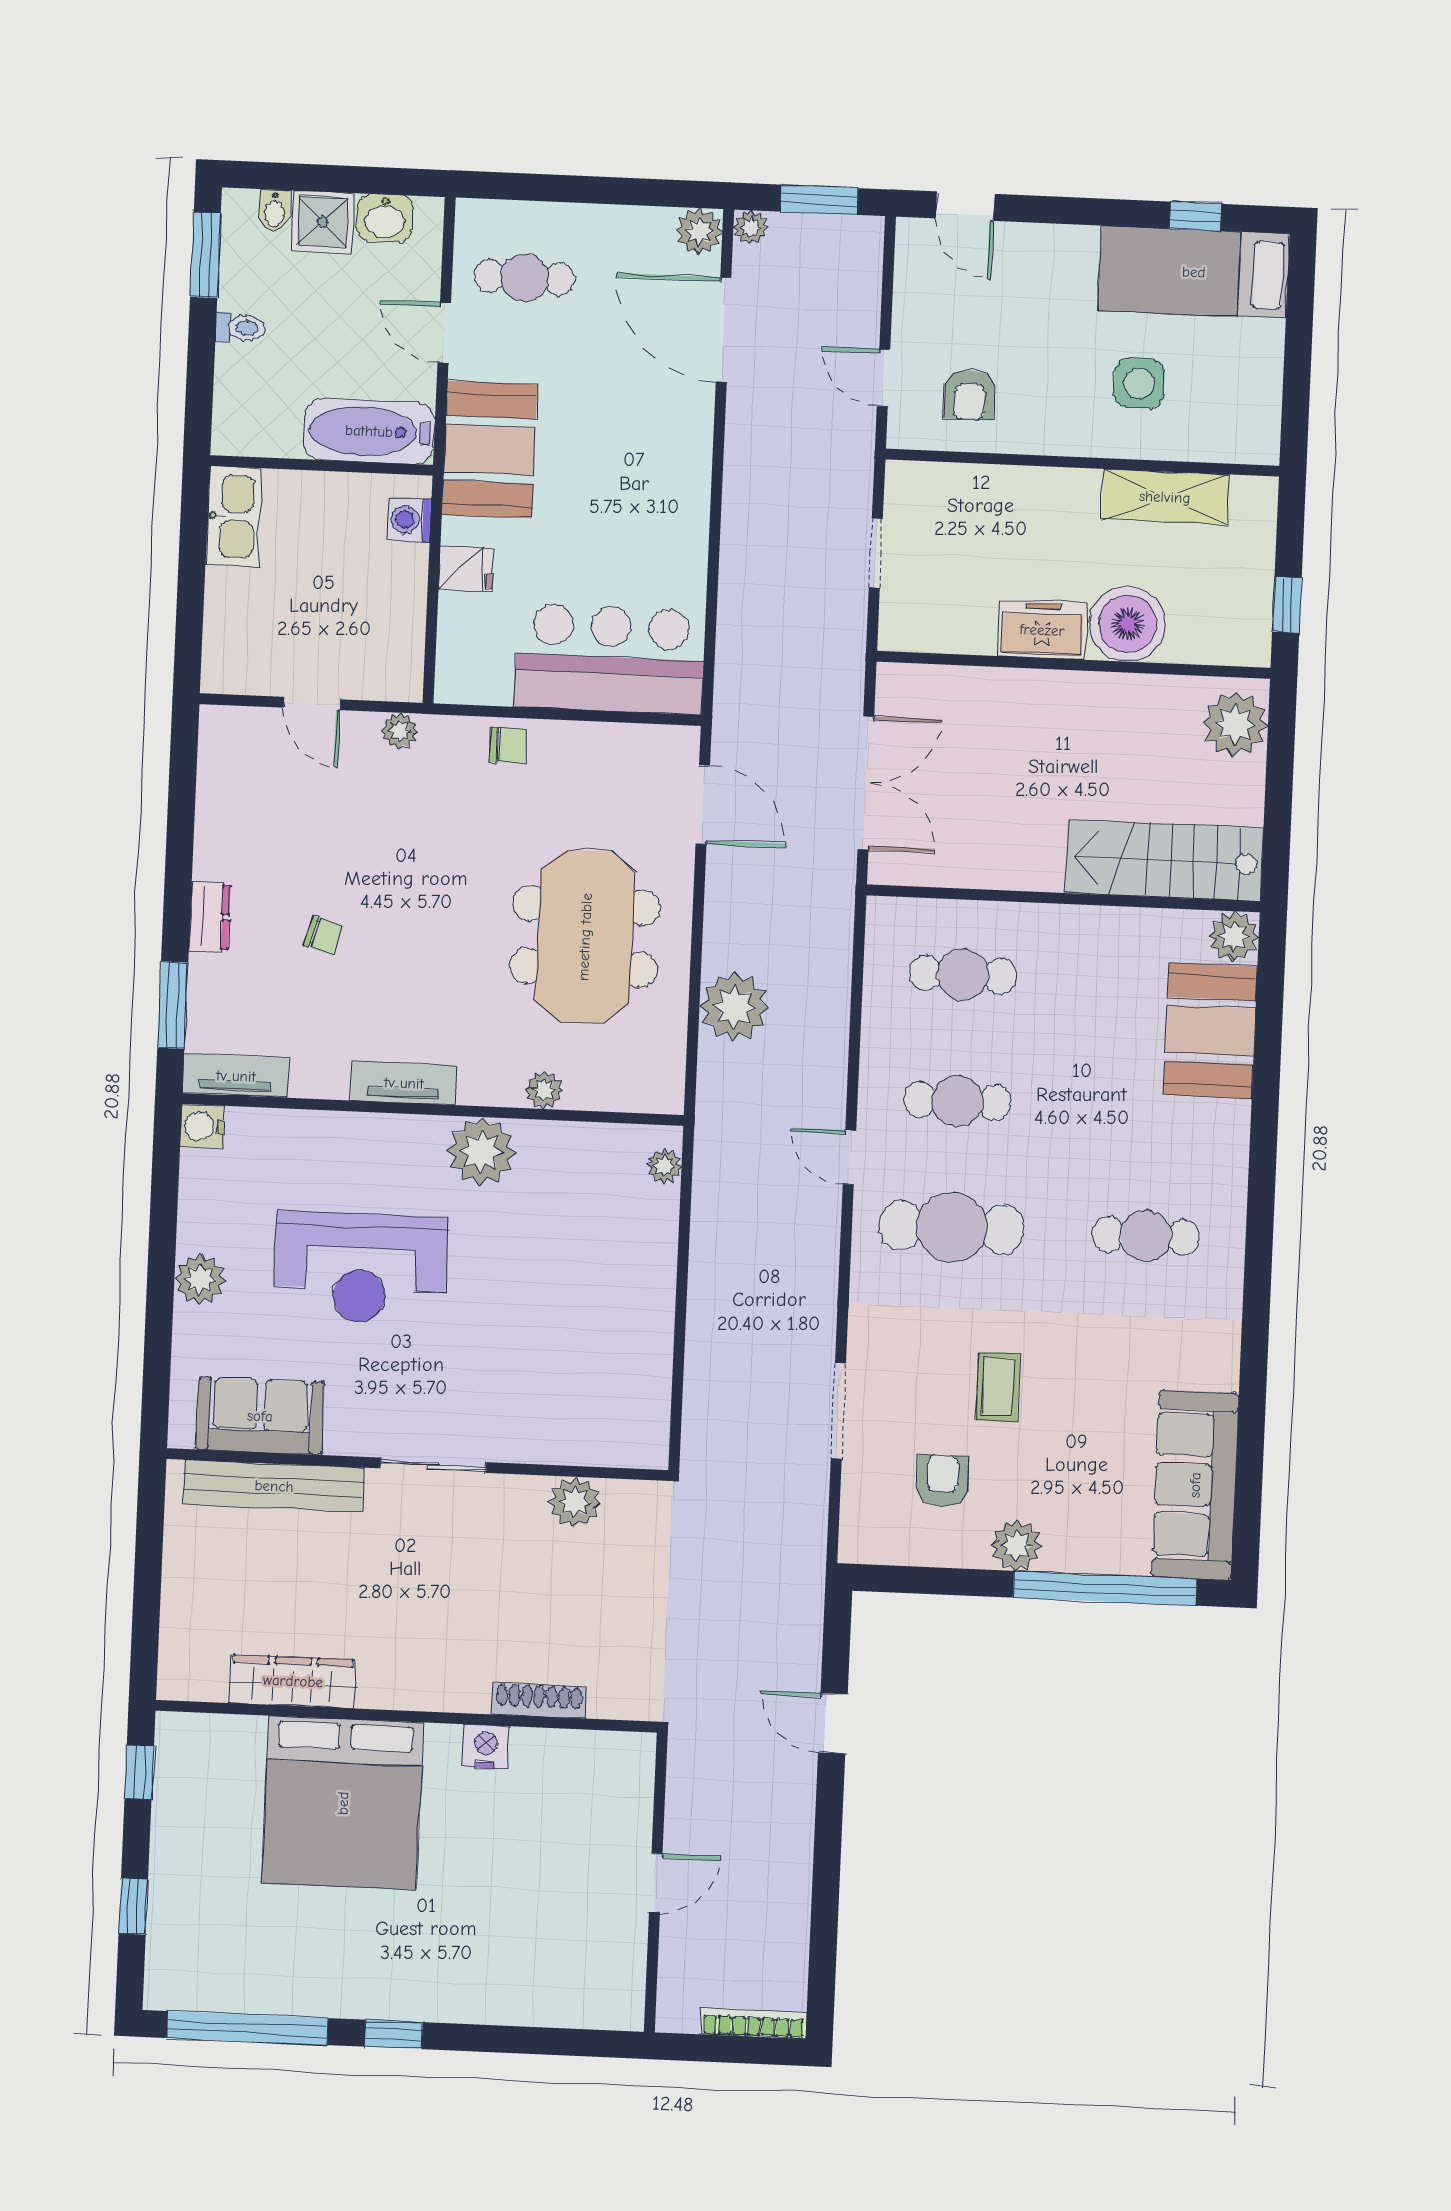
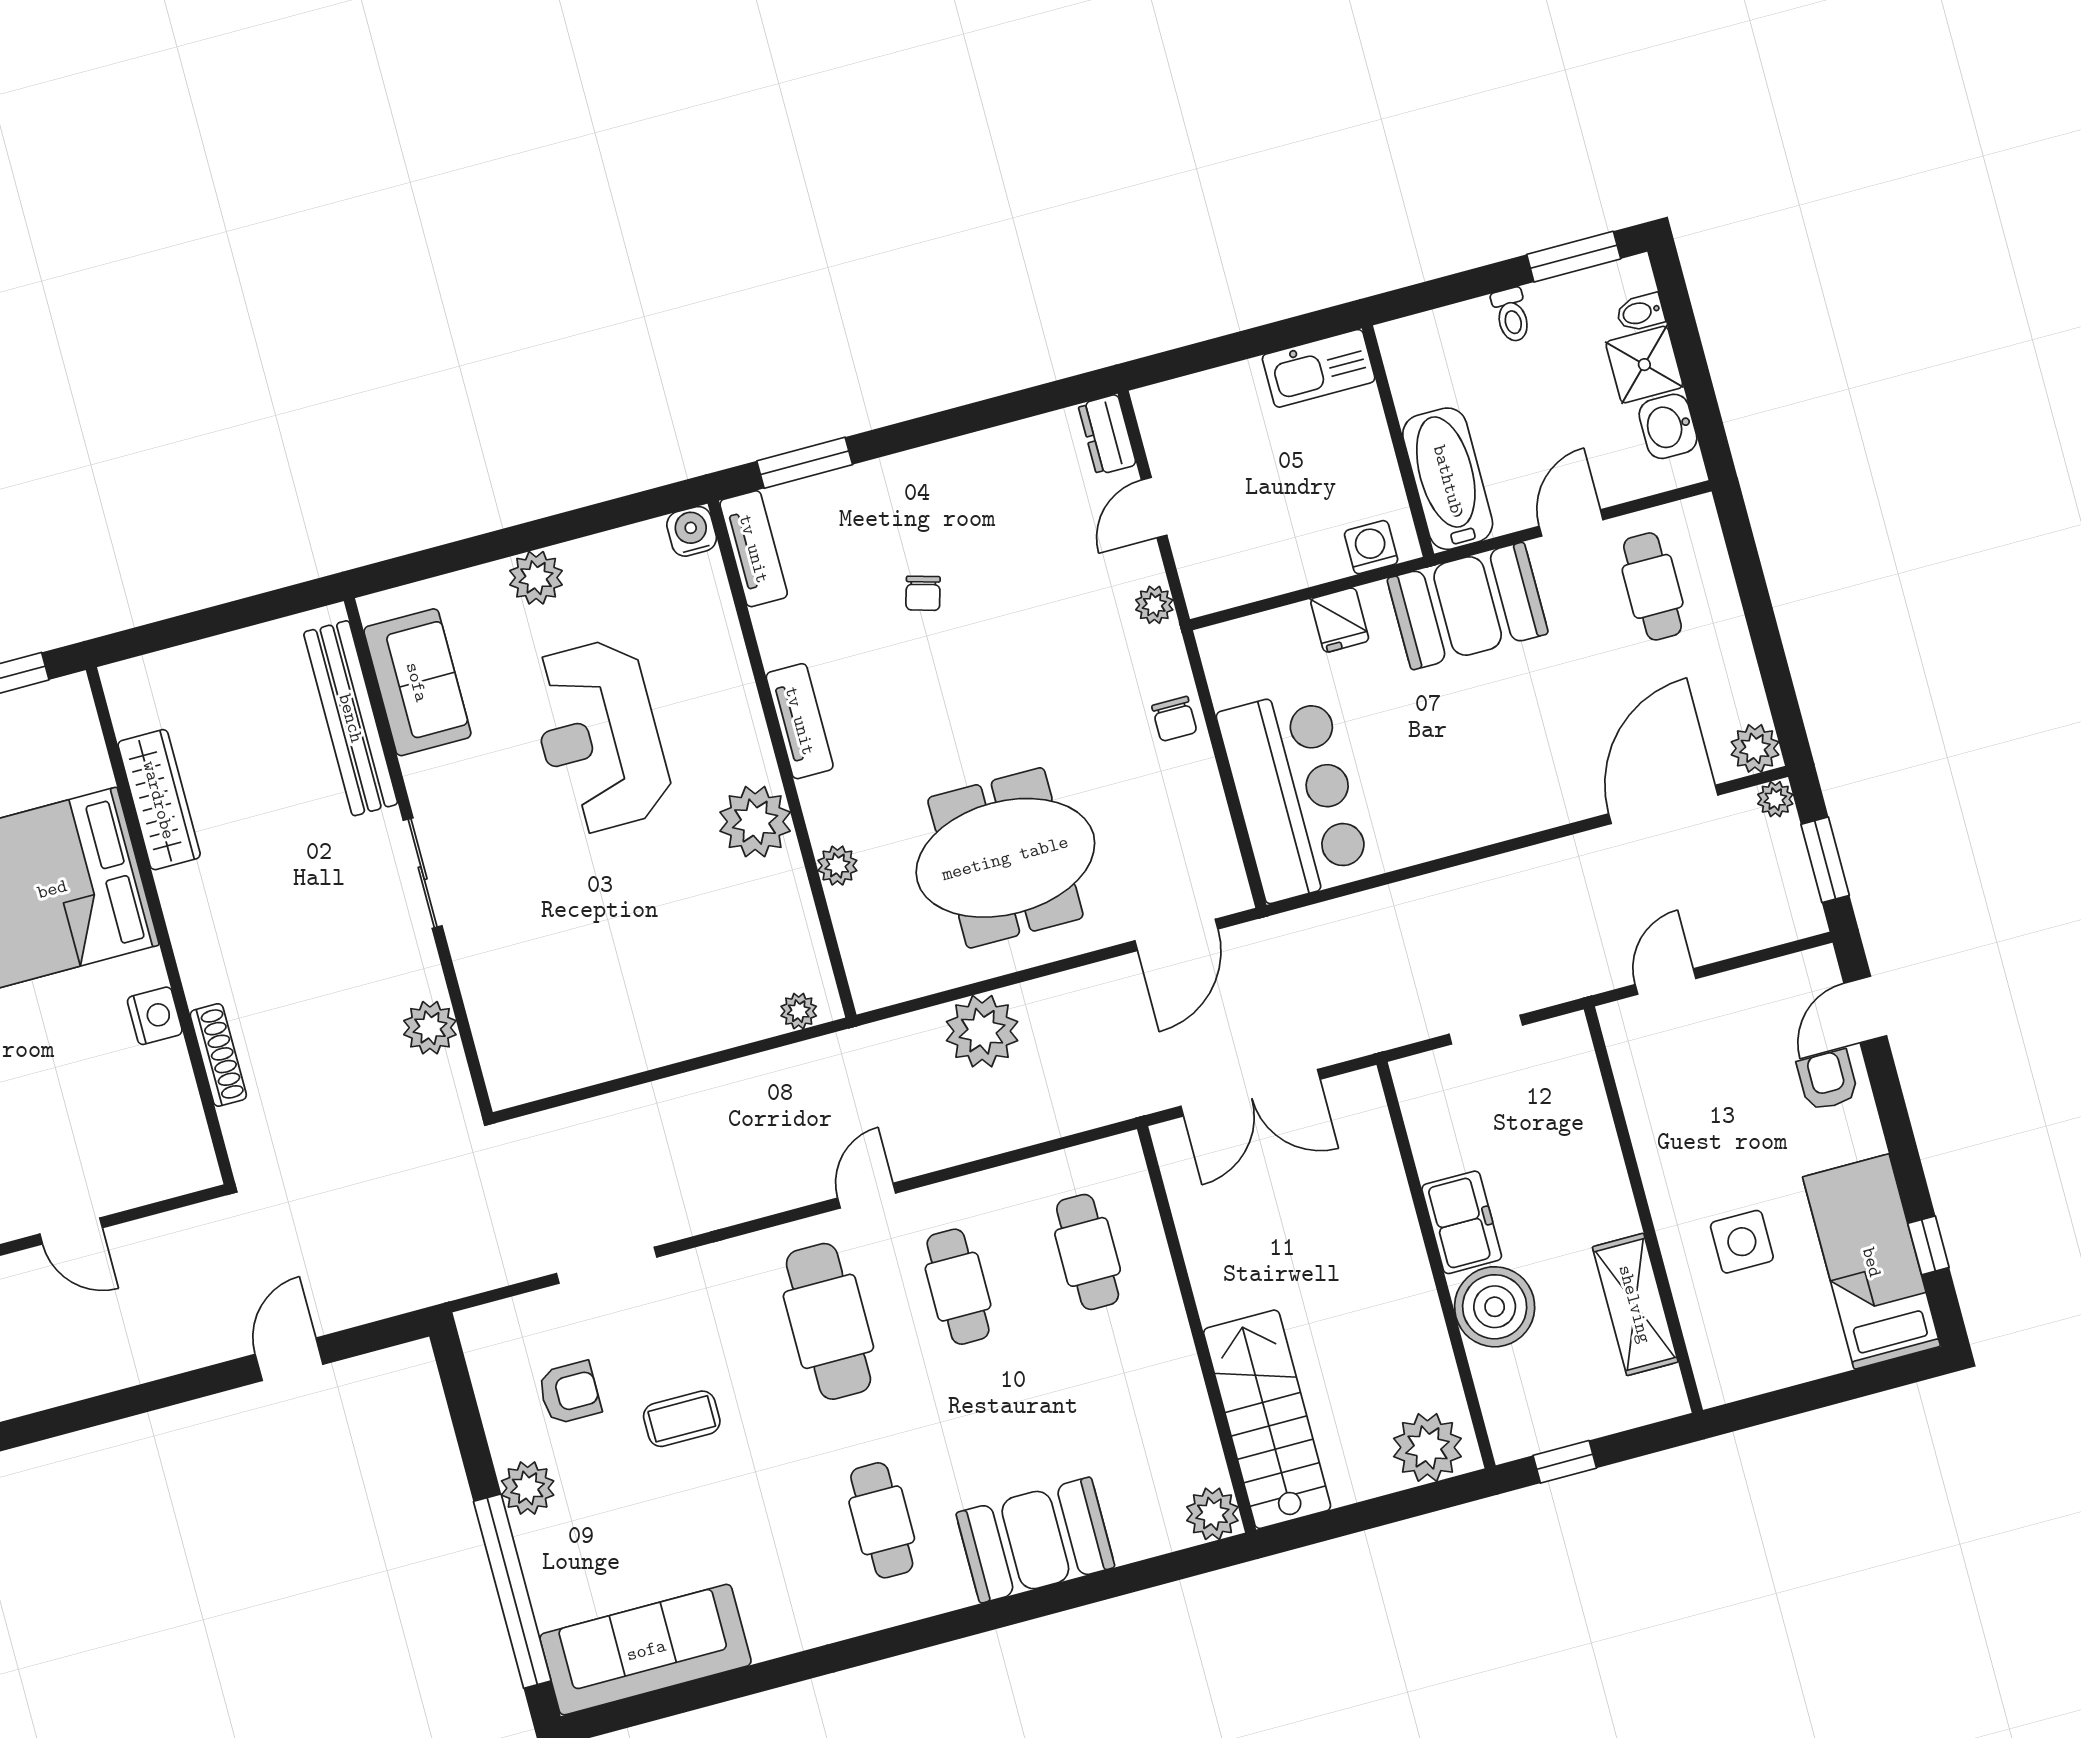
armchair: (970, 395) -> (1828, 1080), moved, turned 90
dresser: (210, 917) -> (1107, 435), moved, turned 90
booth: (1210, 1030) -> (1035, 1540), moved

